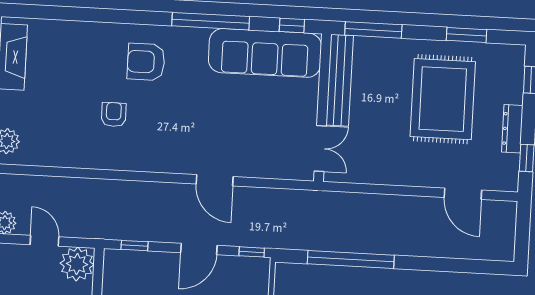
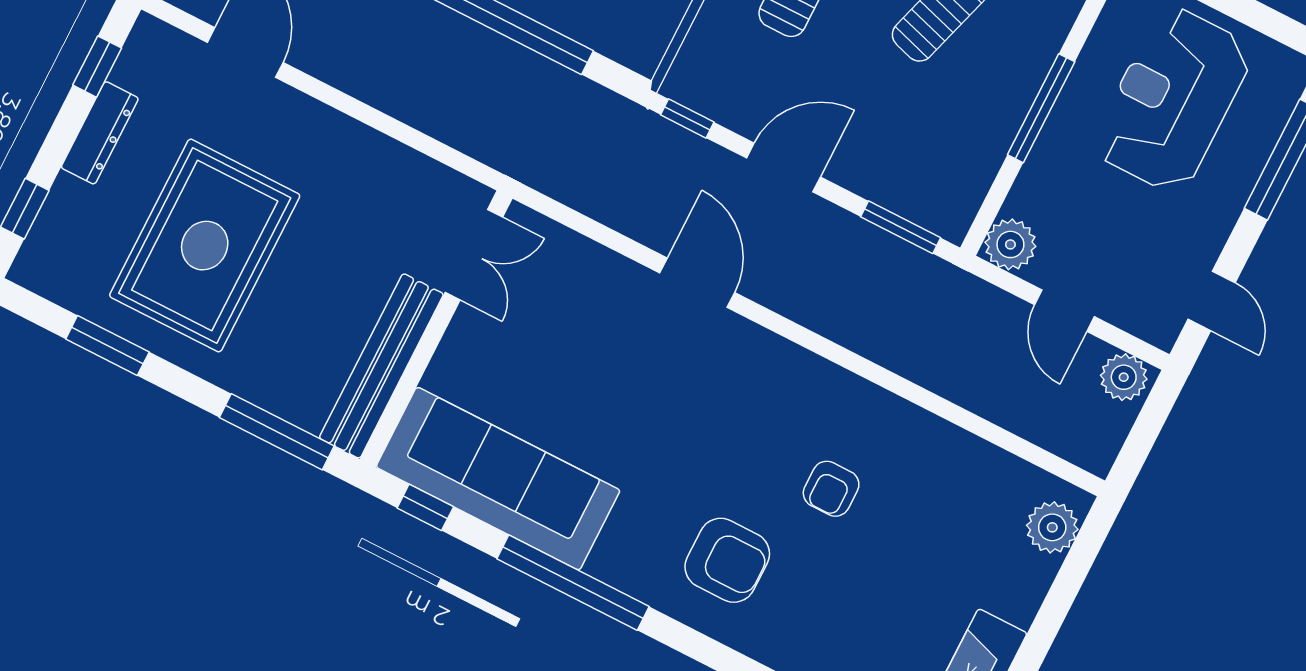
double door: (320, 149) -> (474, 255), swing flipped
window: (134, 246) -> (901, 227), width x1.50
plant: (77, 264) -> (1010, 244), width x0.73, depth x0.73

